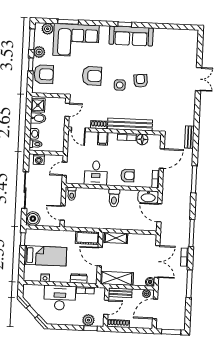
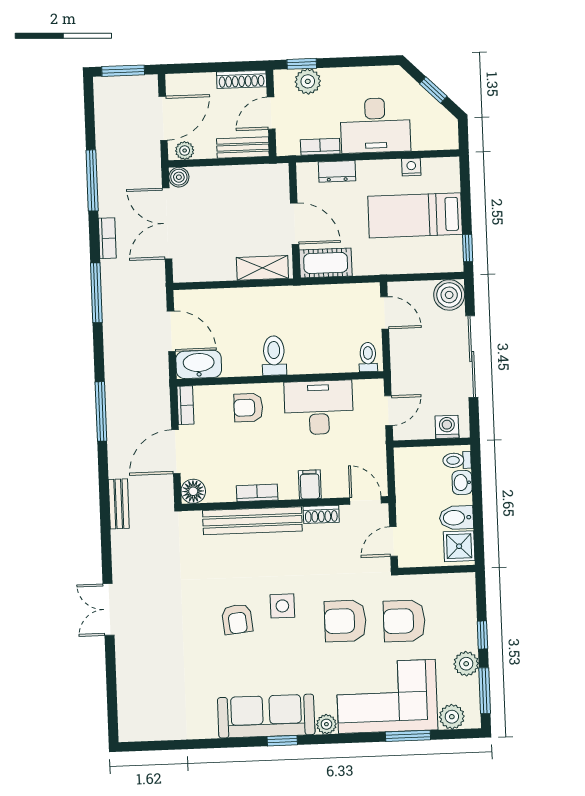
plant: (104, 30) -> (326, 724), added
armchair: (44, 74) -> (404, 621), moved
double door: (199, 79) -> (109, 609), moved
floor lamp: (142, 139) -> (193, 491), moved
desk: (96, 173) -> (319, 407), width x1.37
shelving: (117, 278) -> (253, 179), removed

